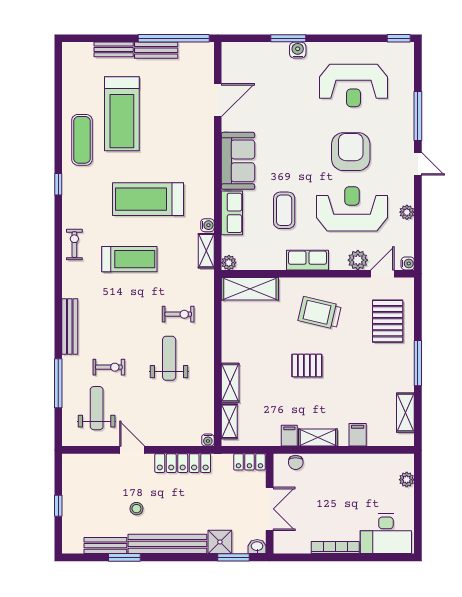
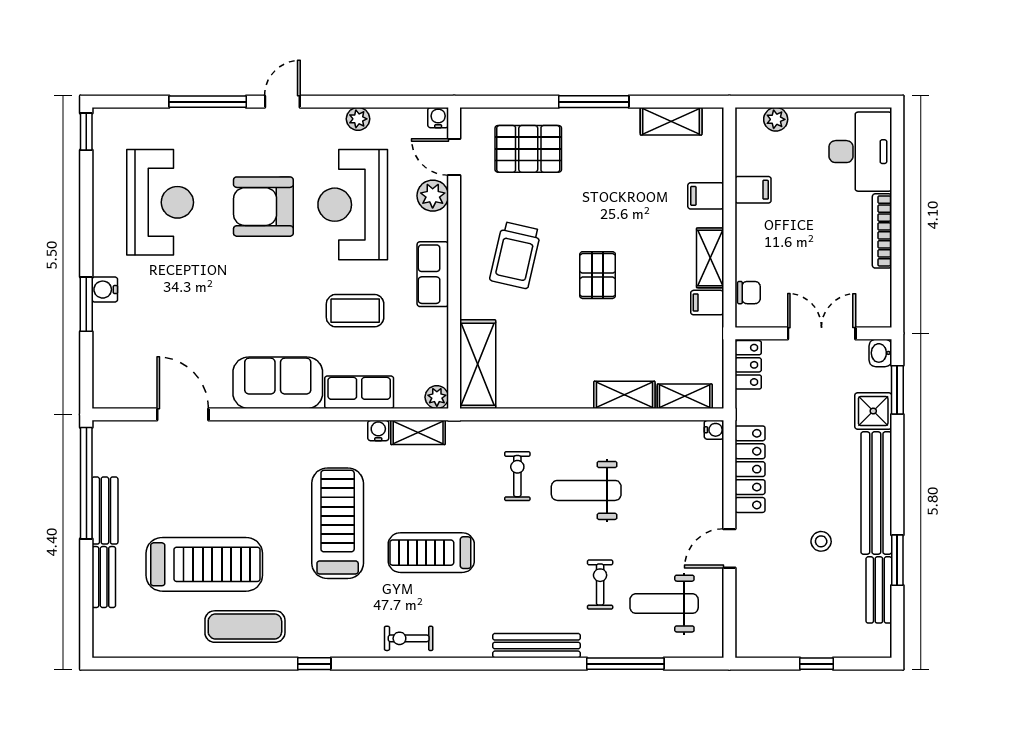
treadmill: (148, 199) -> (338, 523), turned 180
treadmill: (129, 259) -> (431, 553), turned -90
filing cabinet: (362, 465) -> (753, 190), added

